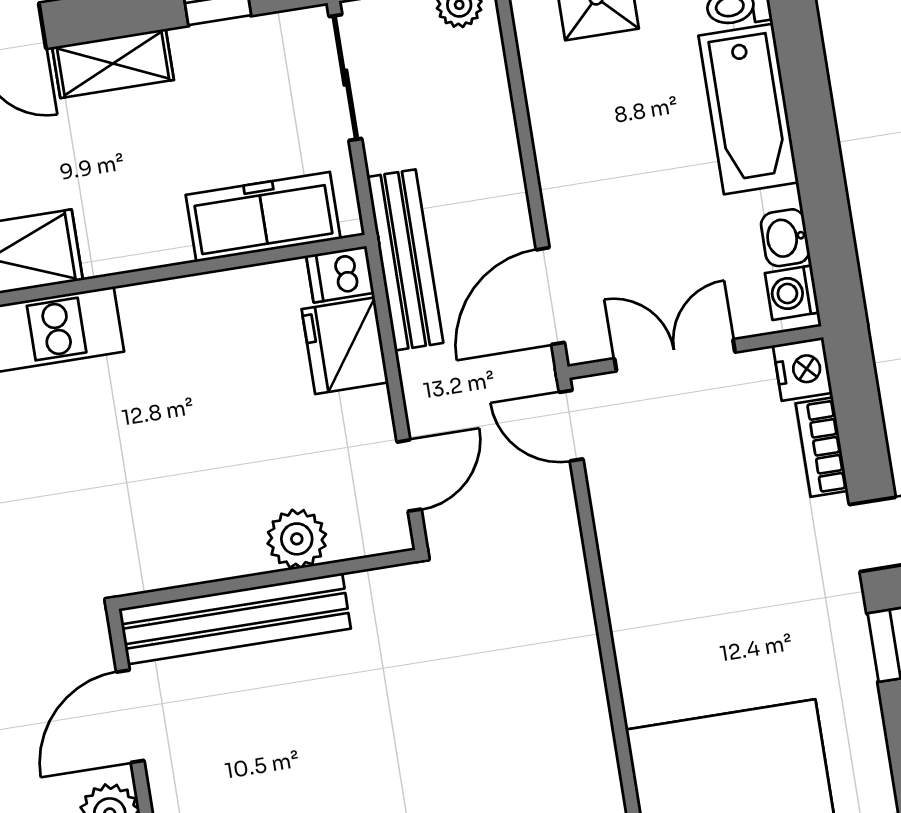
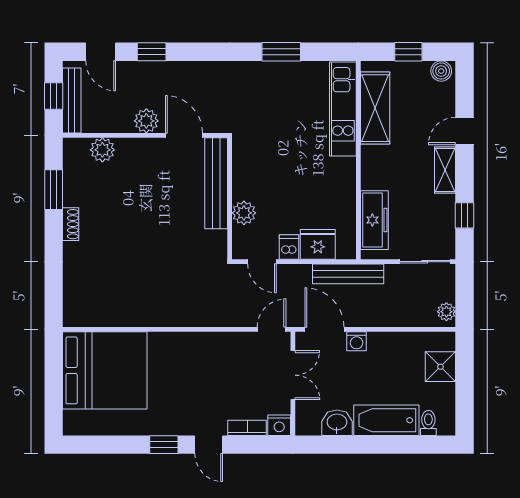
washbasin: (785, 238) -> (337, 423), width x1.38, depth x1.45
dishwasher: (340, 274) -> (289, 247), moved
washing machine: (792, 293) -> (356, 341), moved, turned 180

